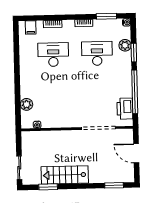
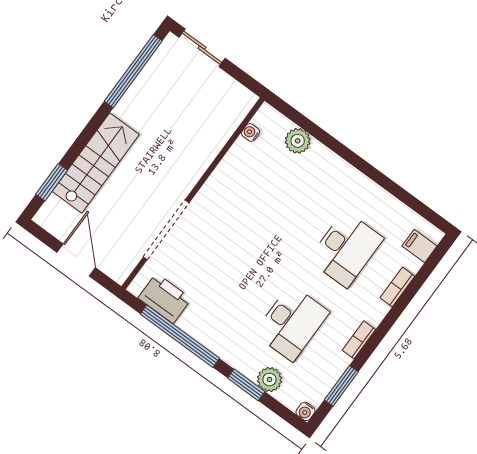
door: (136, 153) -> (76, 260), hinge flipped
stairs: (65, 175) -> (96, 163), moved
window: (48, 187) -> (133, 71), width x2.11

